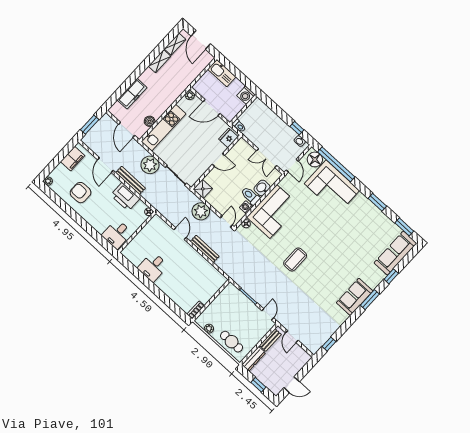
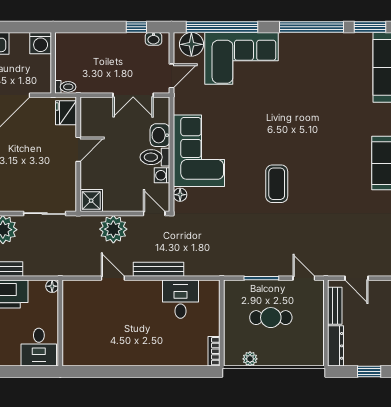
door: (292, 166) -> (172, 76), hinge flipped
window: (377, 202) -> (312, 27), width x2.11
desk: (153, 267) -> (181, 299), moved, turned 180
cafe table: (232, 342) -> (271, 318), moved

